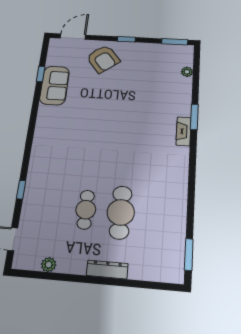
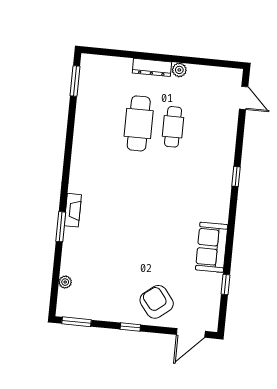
sofa: (54, 85) -> (212, 247), moved
window: (21, 190) -> (236, 176), moved
plant: (49, 265) -> (179, 70), moved

